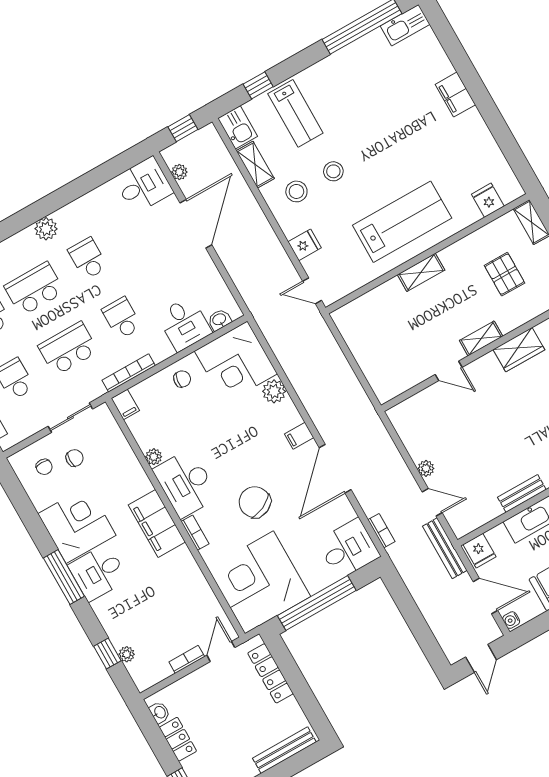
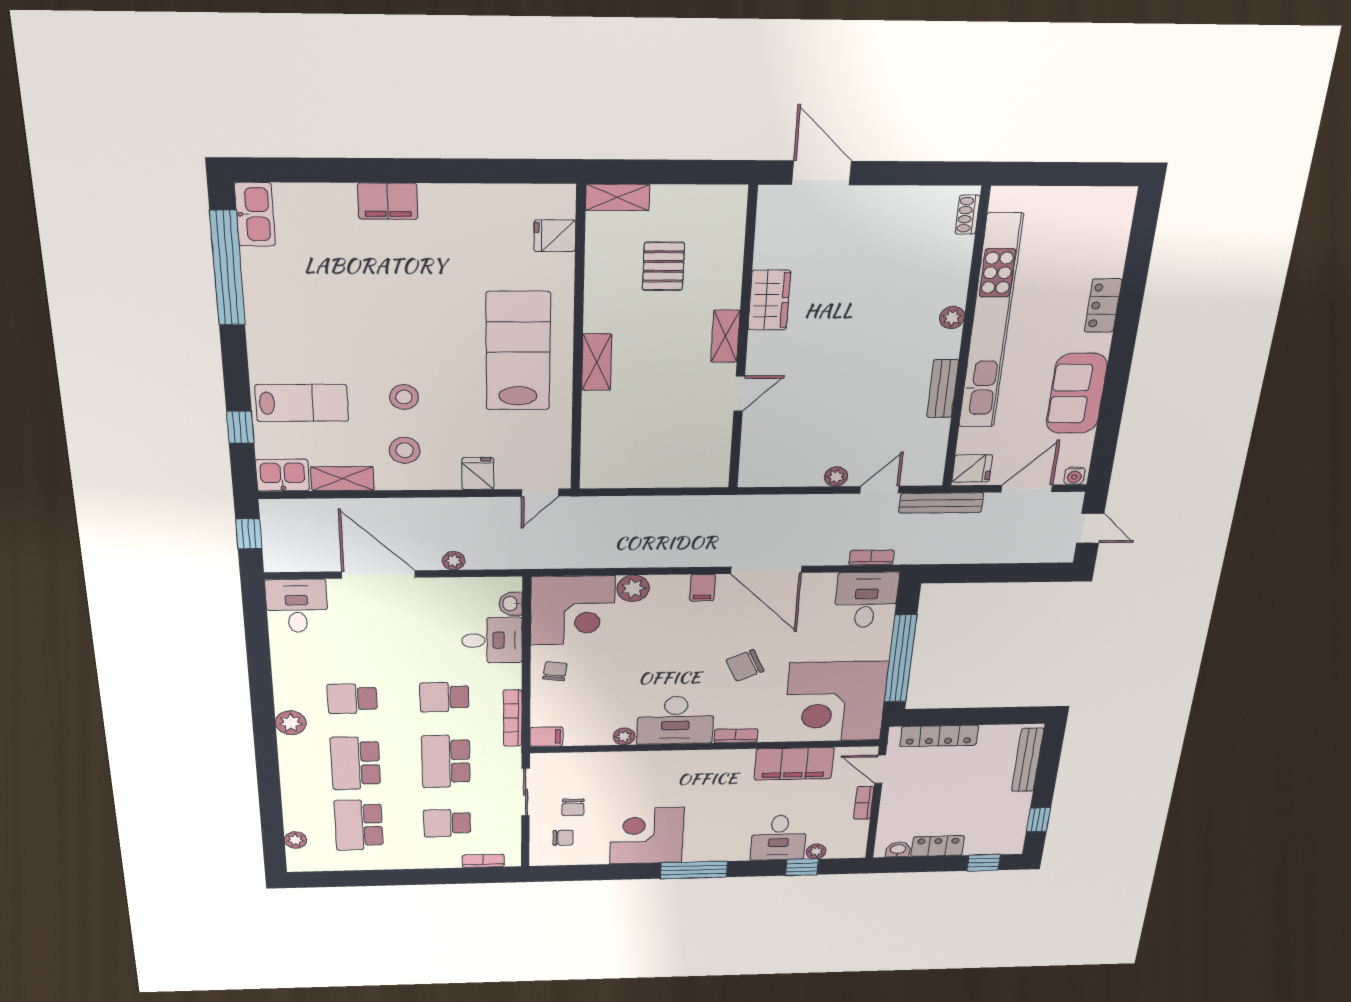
plant: (179, 172) -> (454, 561), moved
pallet: (505, 274) -> (663, 266), turned 90
chair: (75, 458) -> (573, 807), turned 180
chair: (255, 502) -> (745, 665), width x0.73, depth x0.73
filing cabinet: (157, 523) -> (794, 764), moved
desk: (98, 572) -> (779, 838), moved

